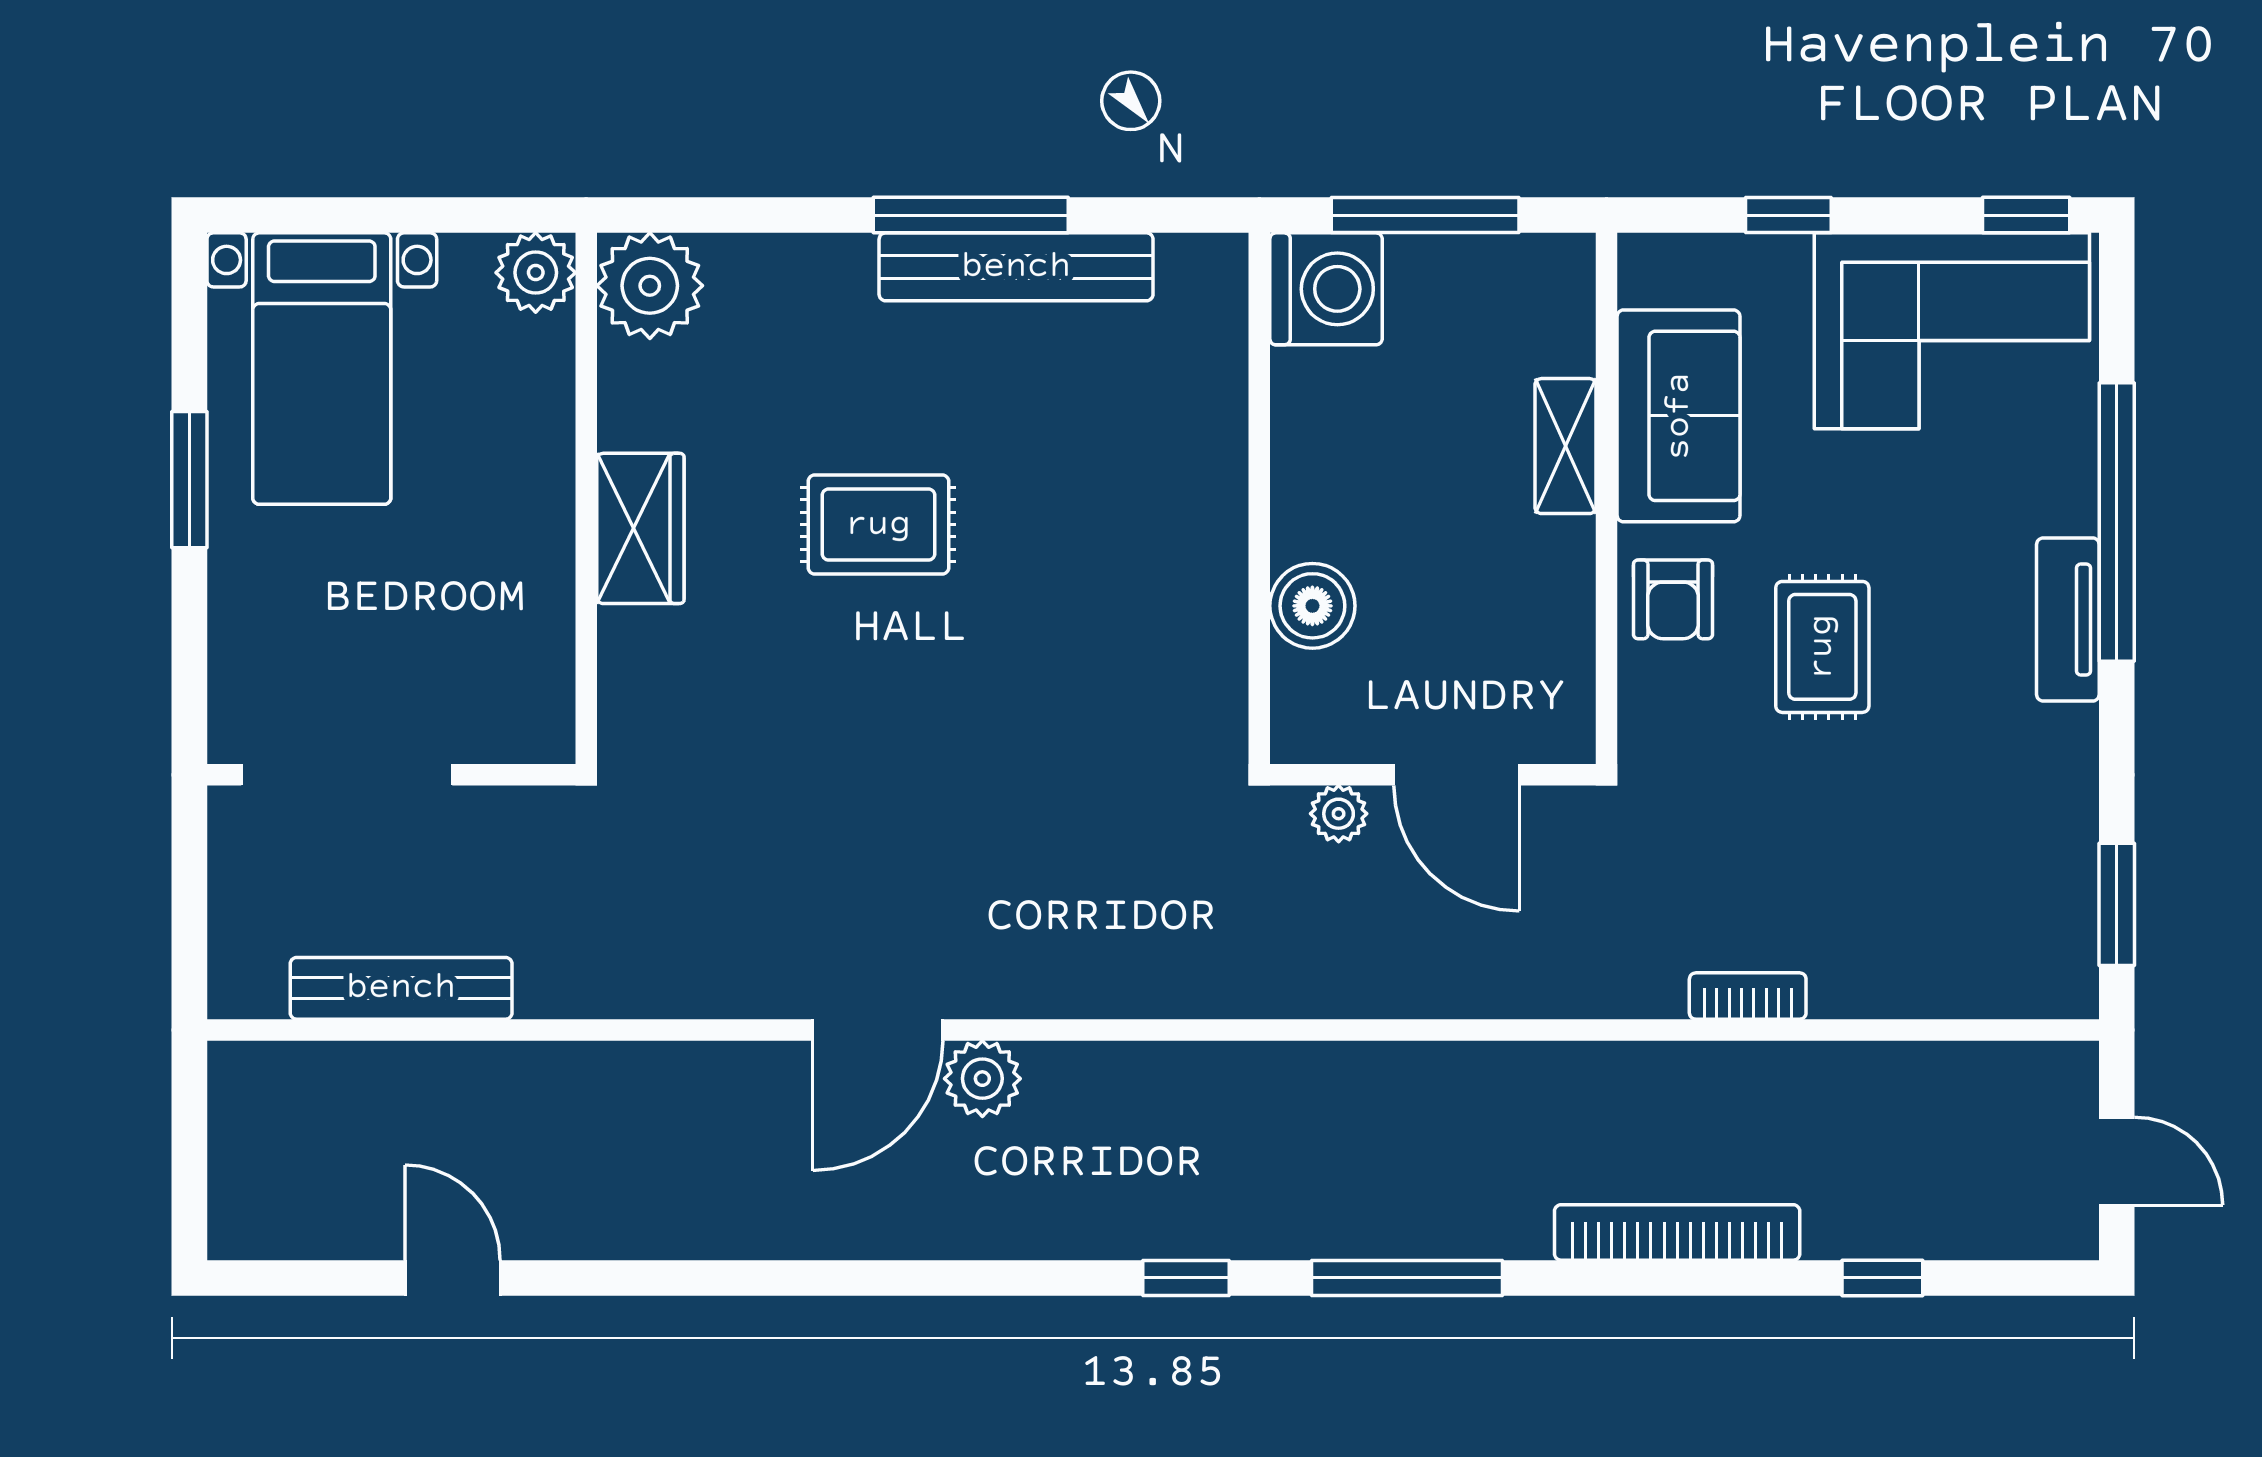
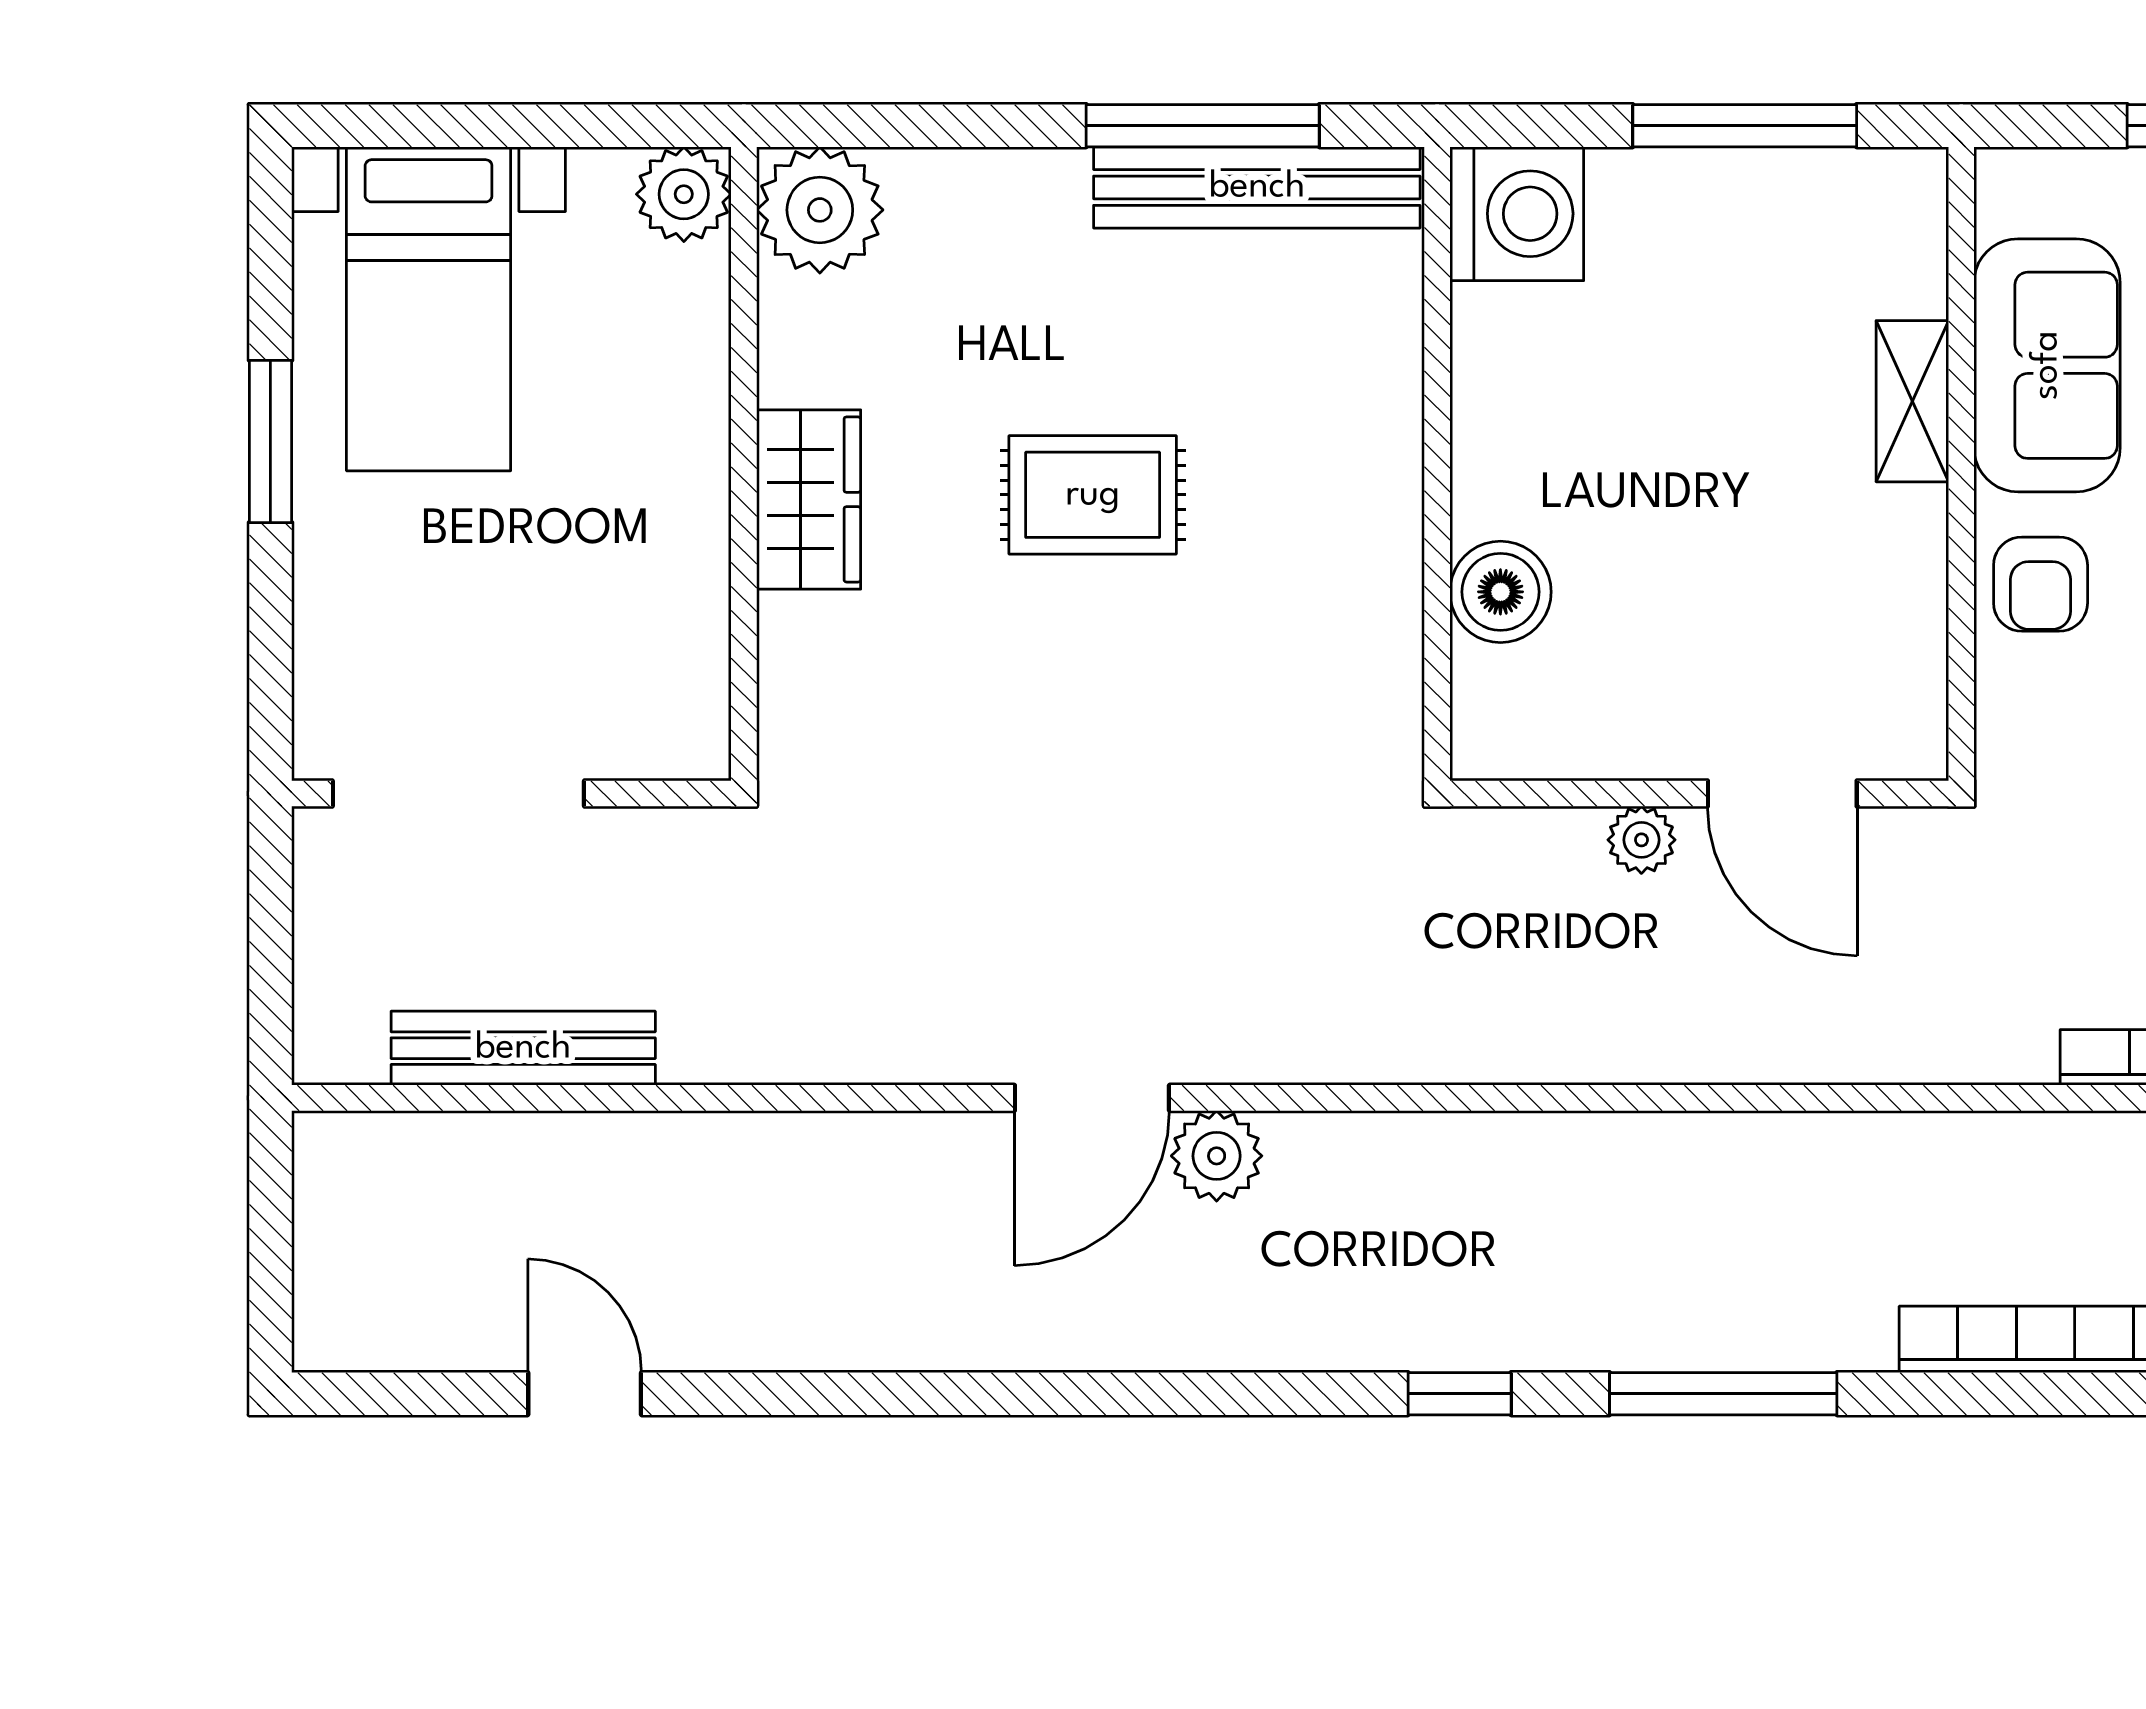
washing machine: (1326, 289) -> (1517, 214), moved
wall: (1259, 498) -> (1437, 464), moved
boiler: (1312, 606) -> (1500, 592), moved

